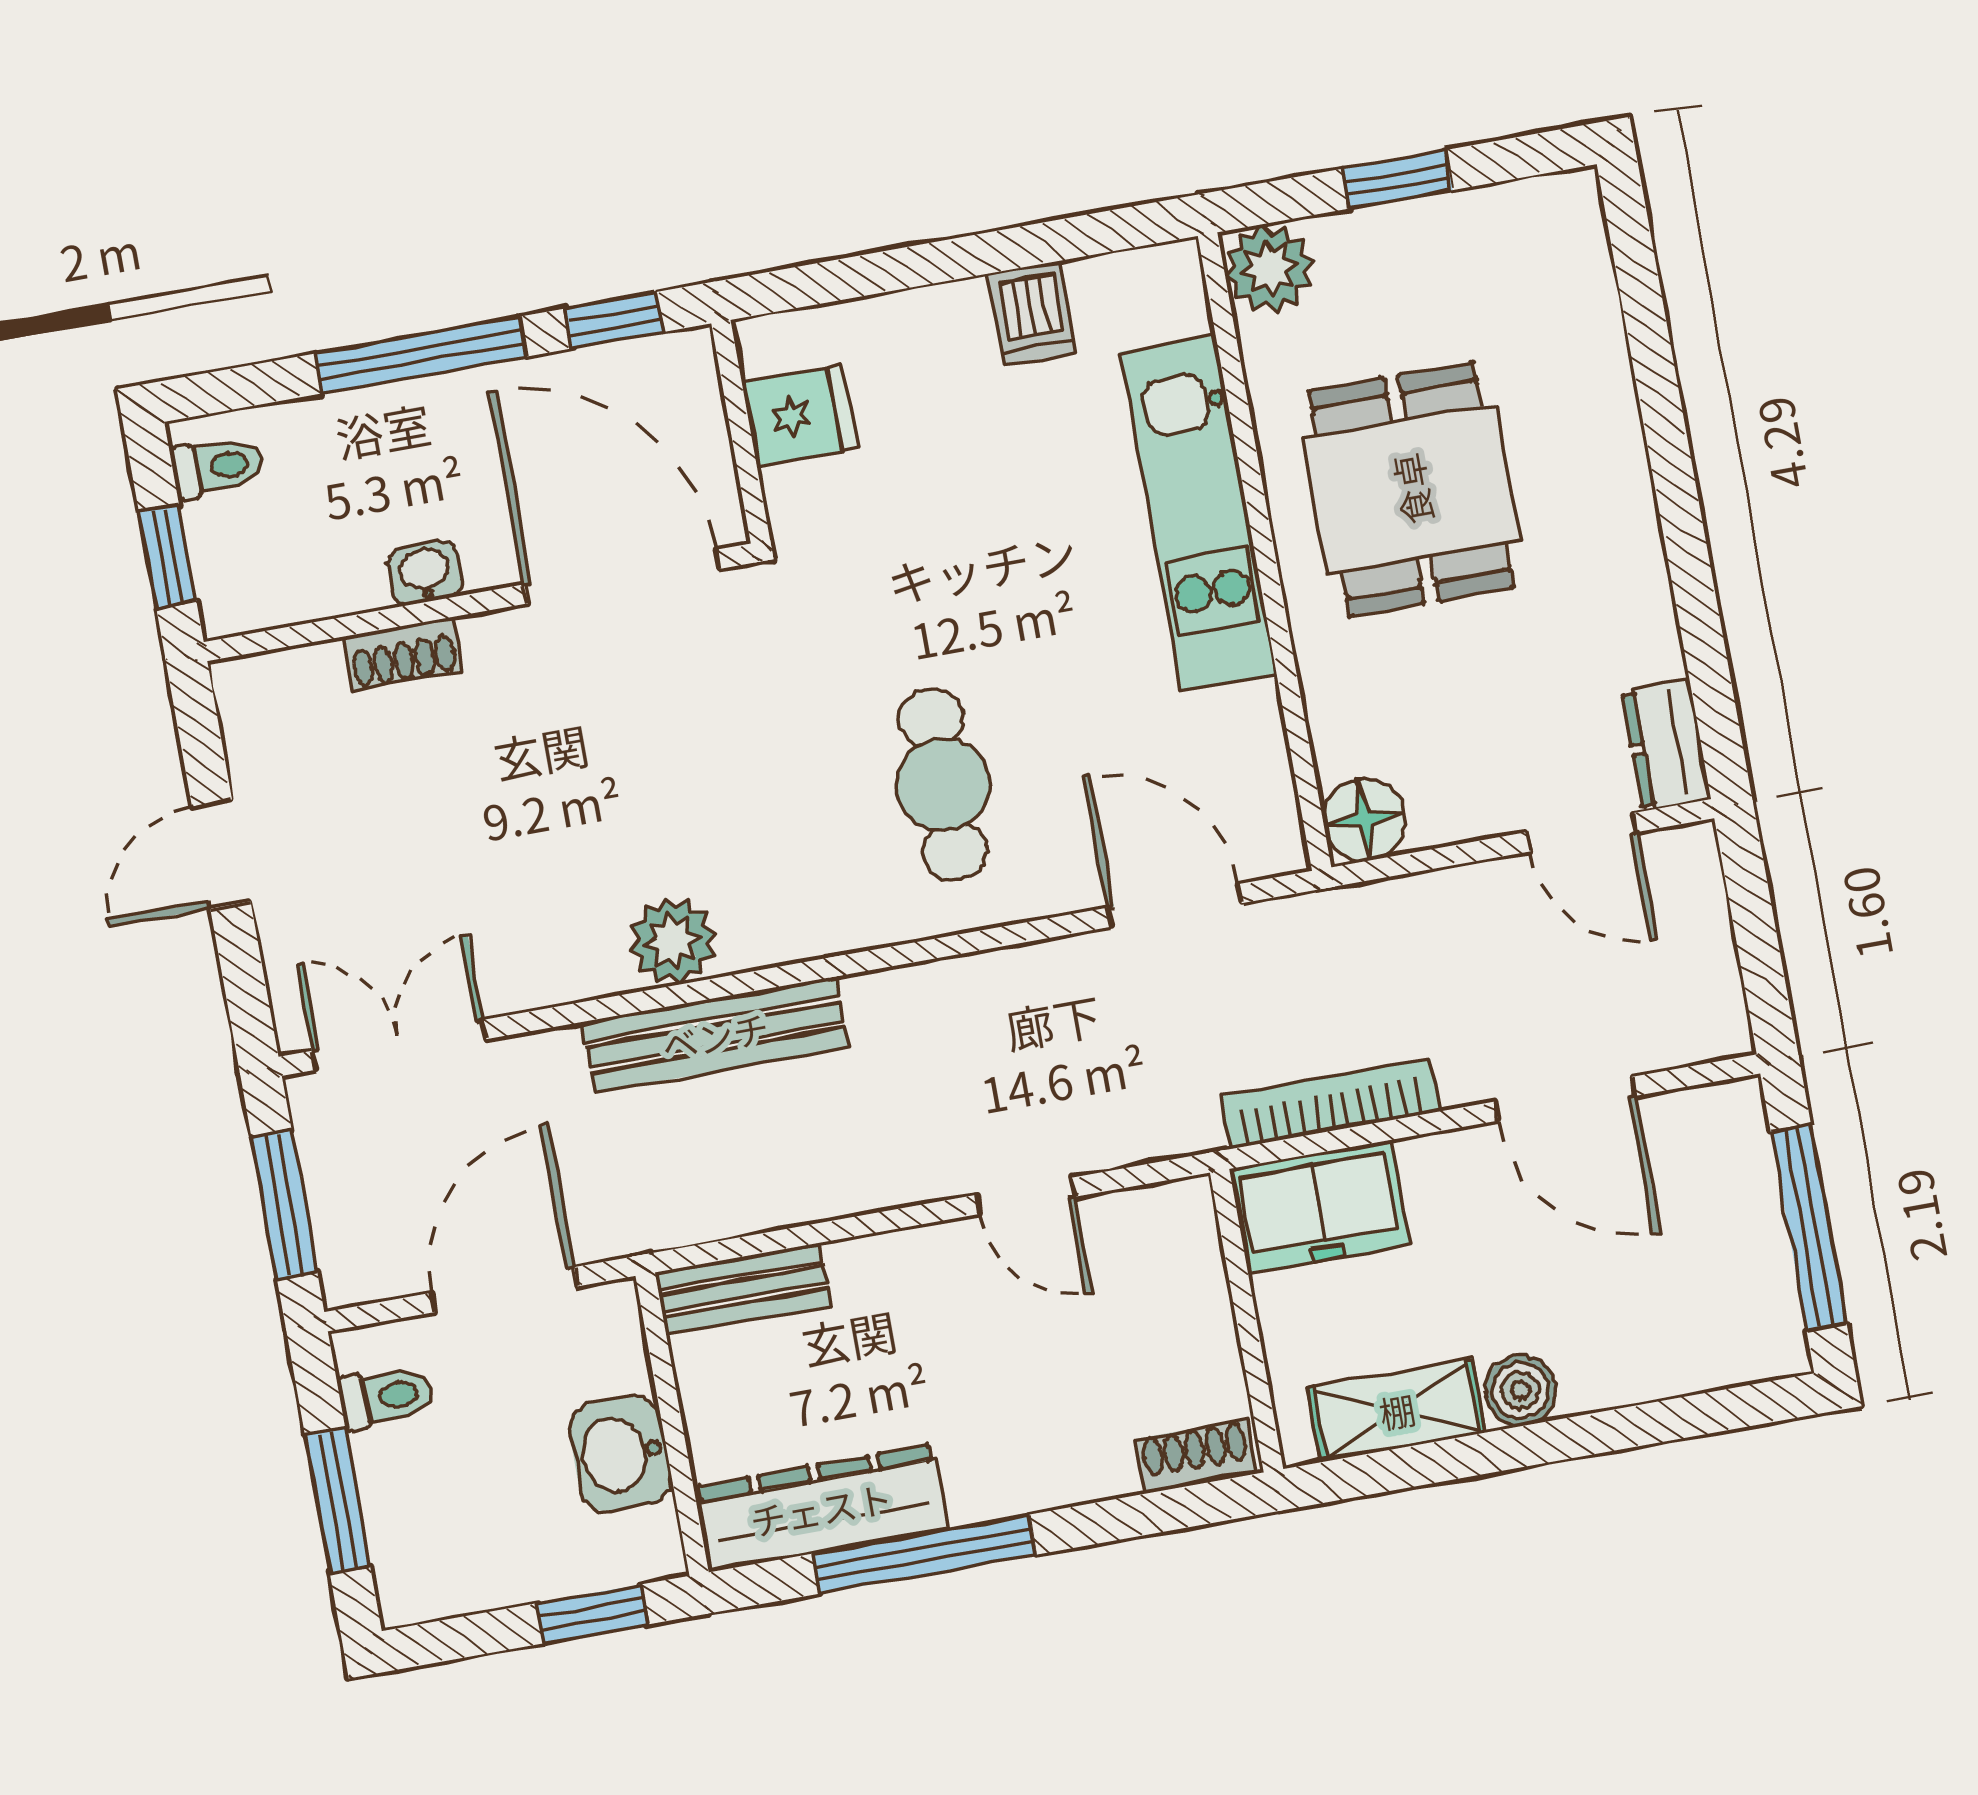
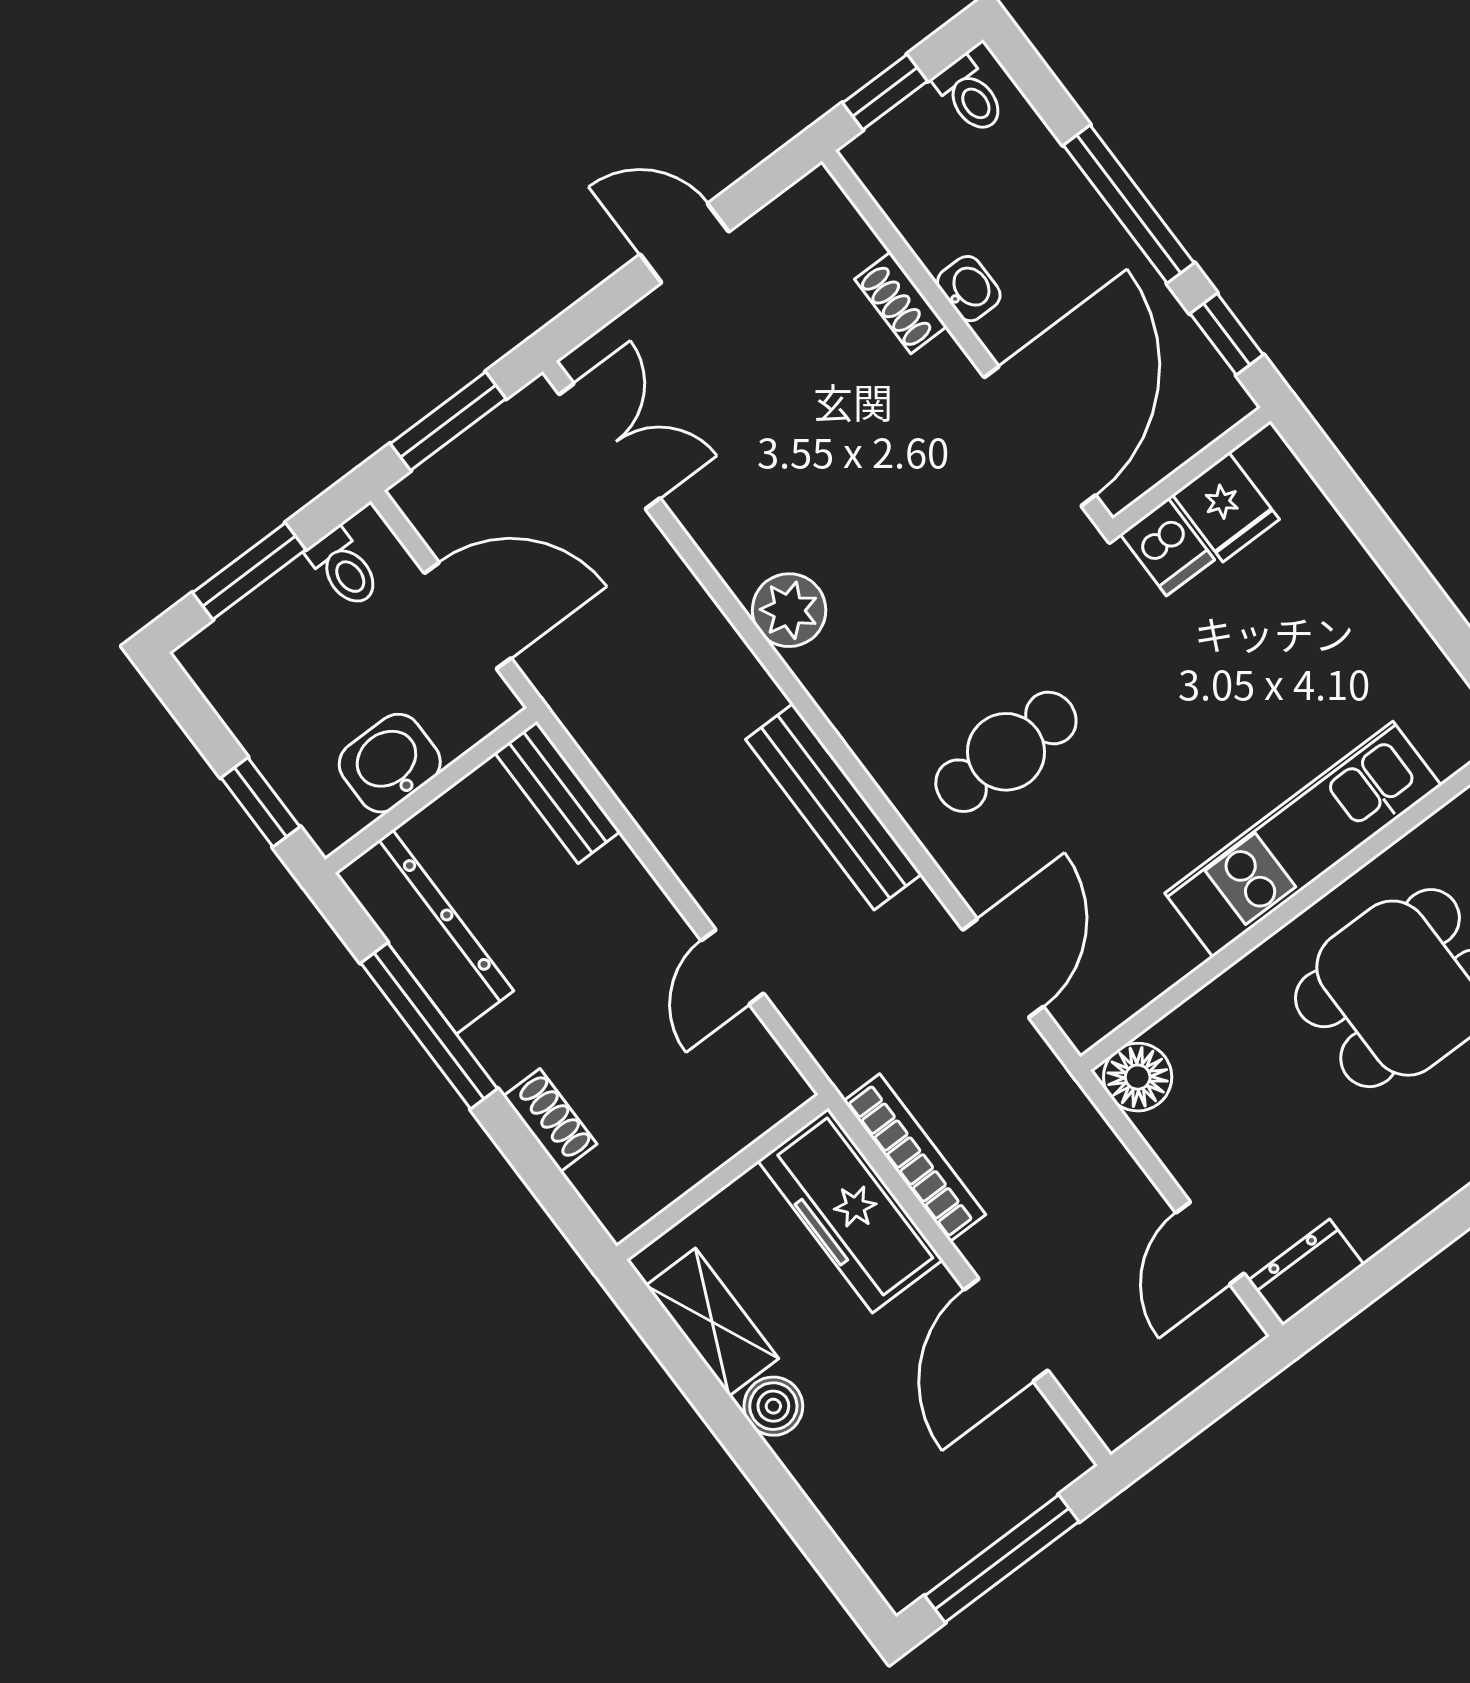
dishwasher: (1032, 313) -> (1167, 547), moved, turned -90
bench: (715, 1035) -> (834, 807), moved
freezer: (1319, 1207) -> (850, 1210), width x1.40
shoe rack: (1196, 1456) -> (550, 1120), moved

